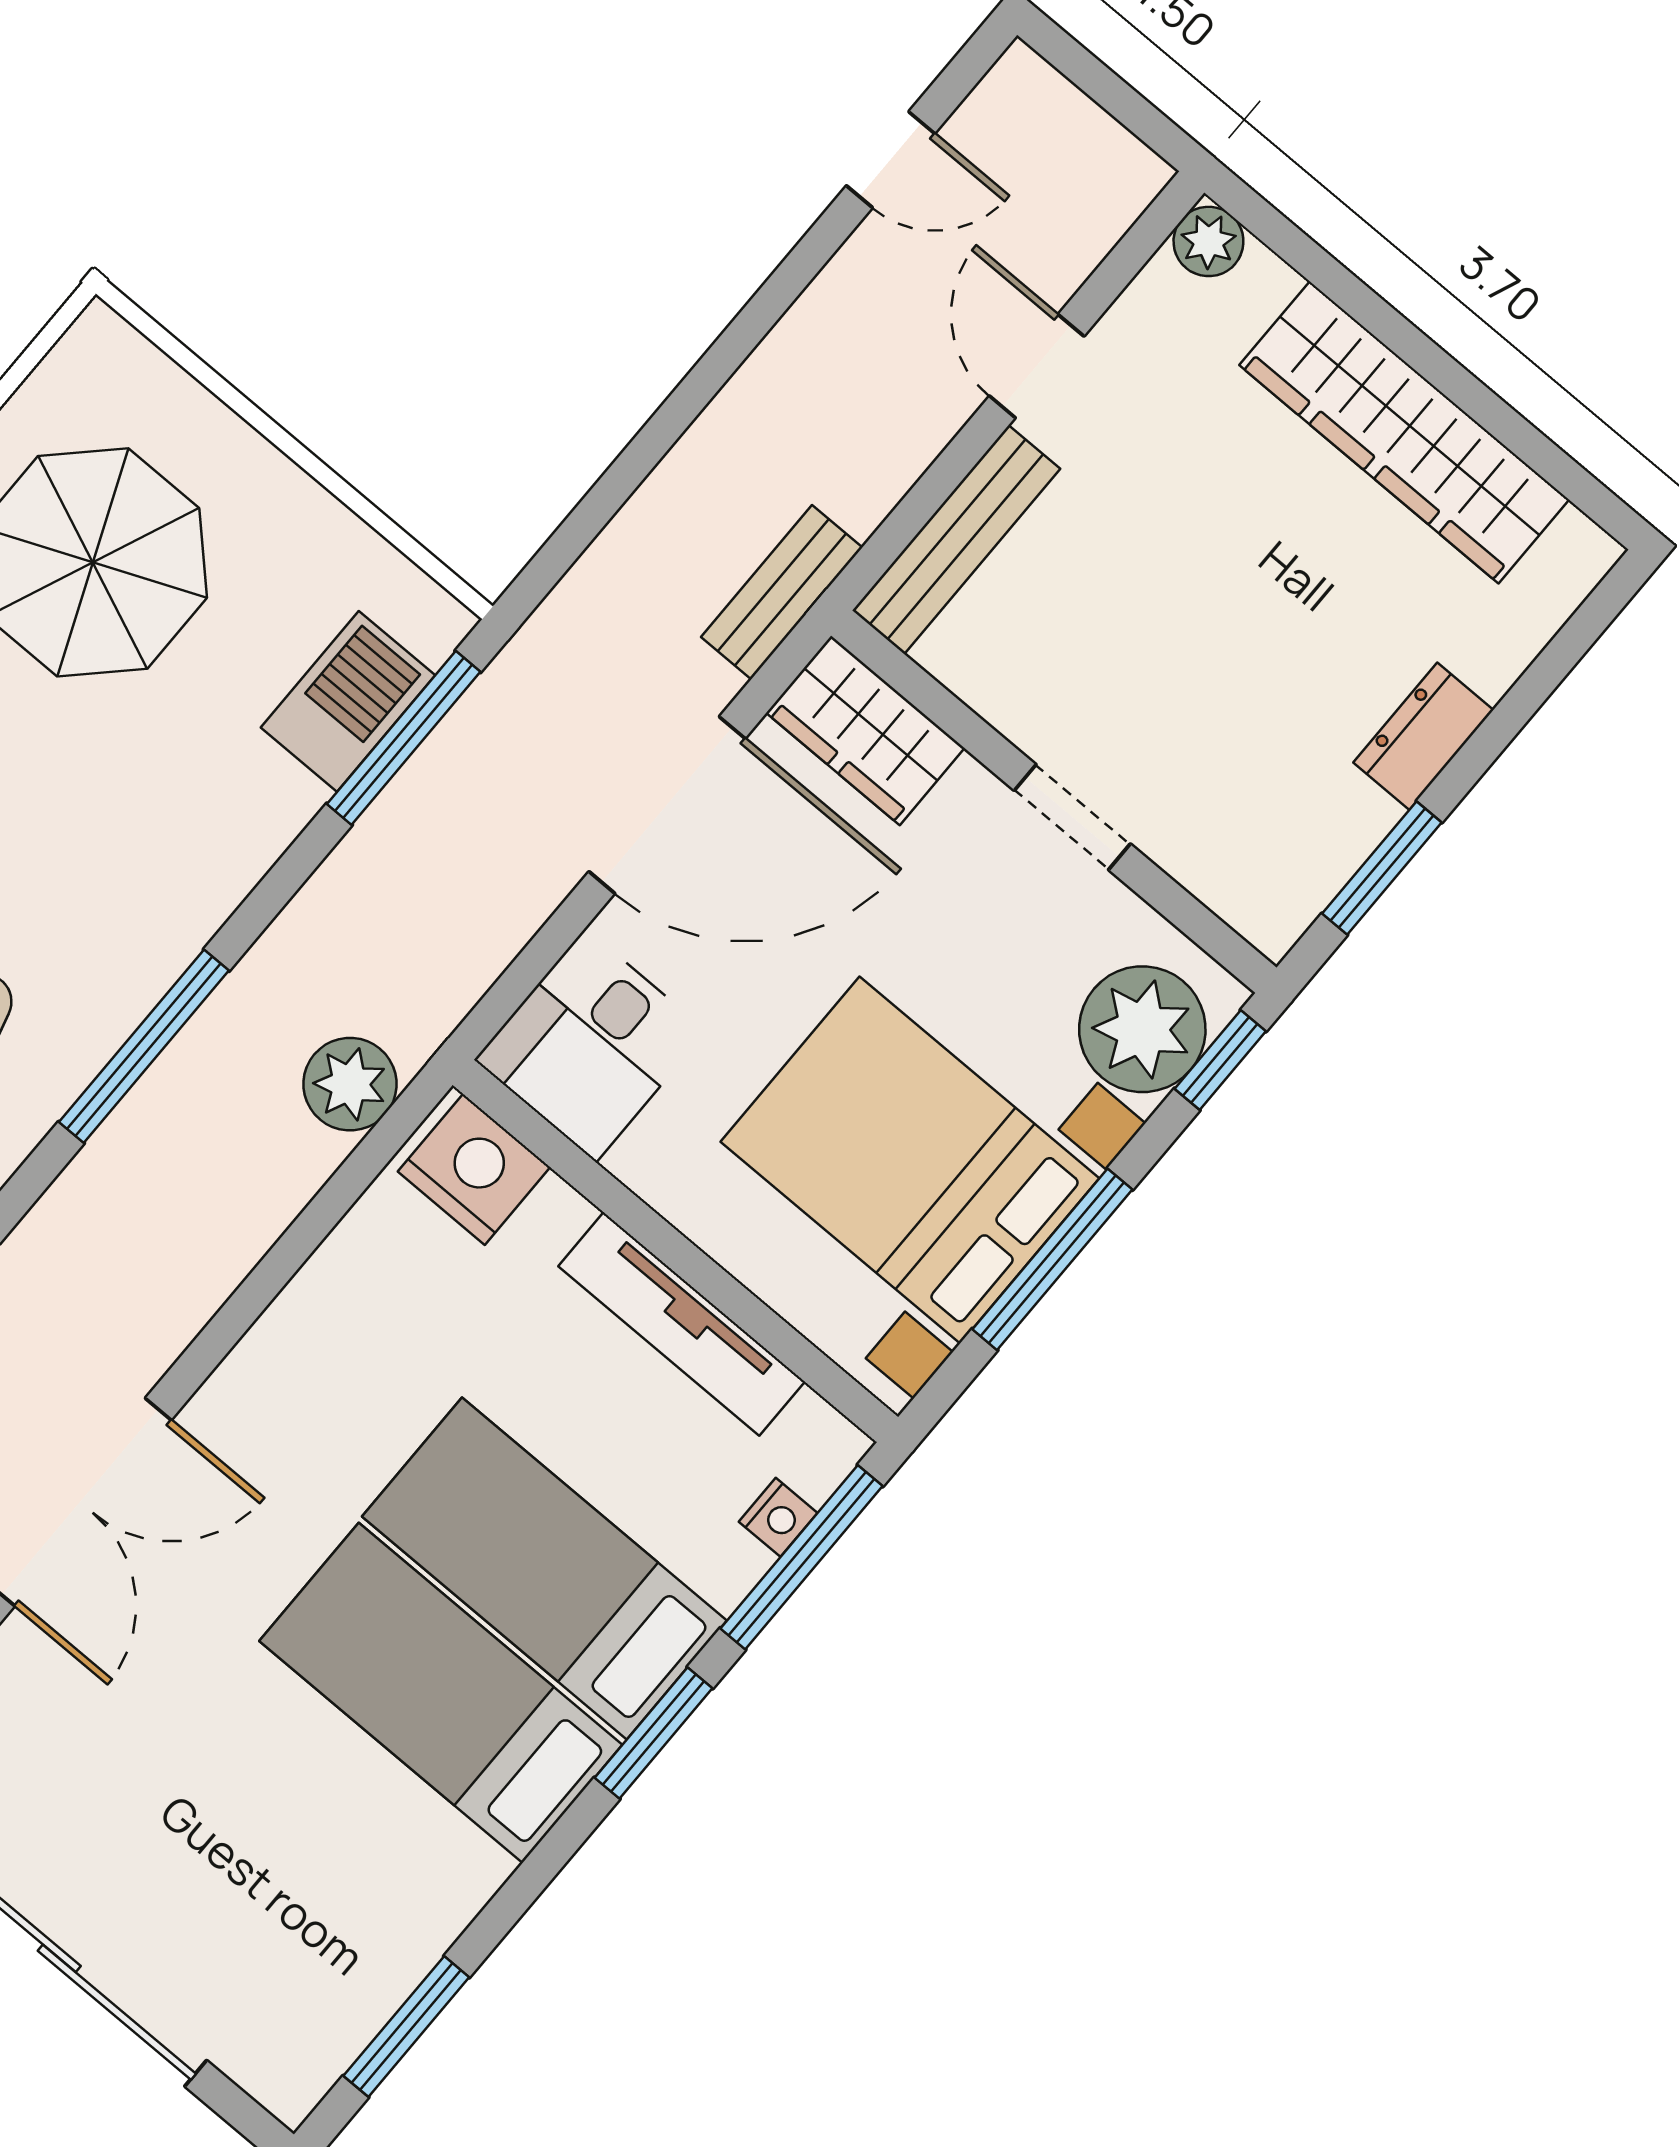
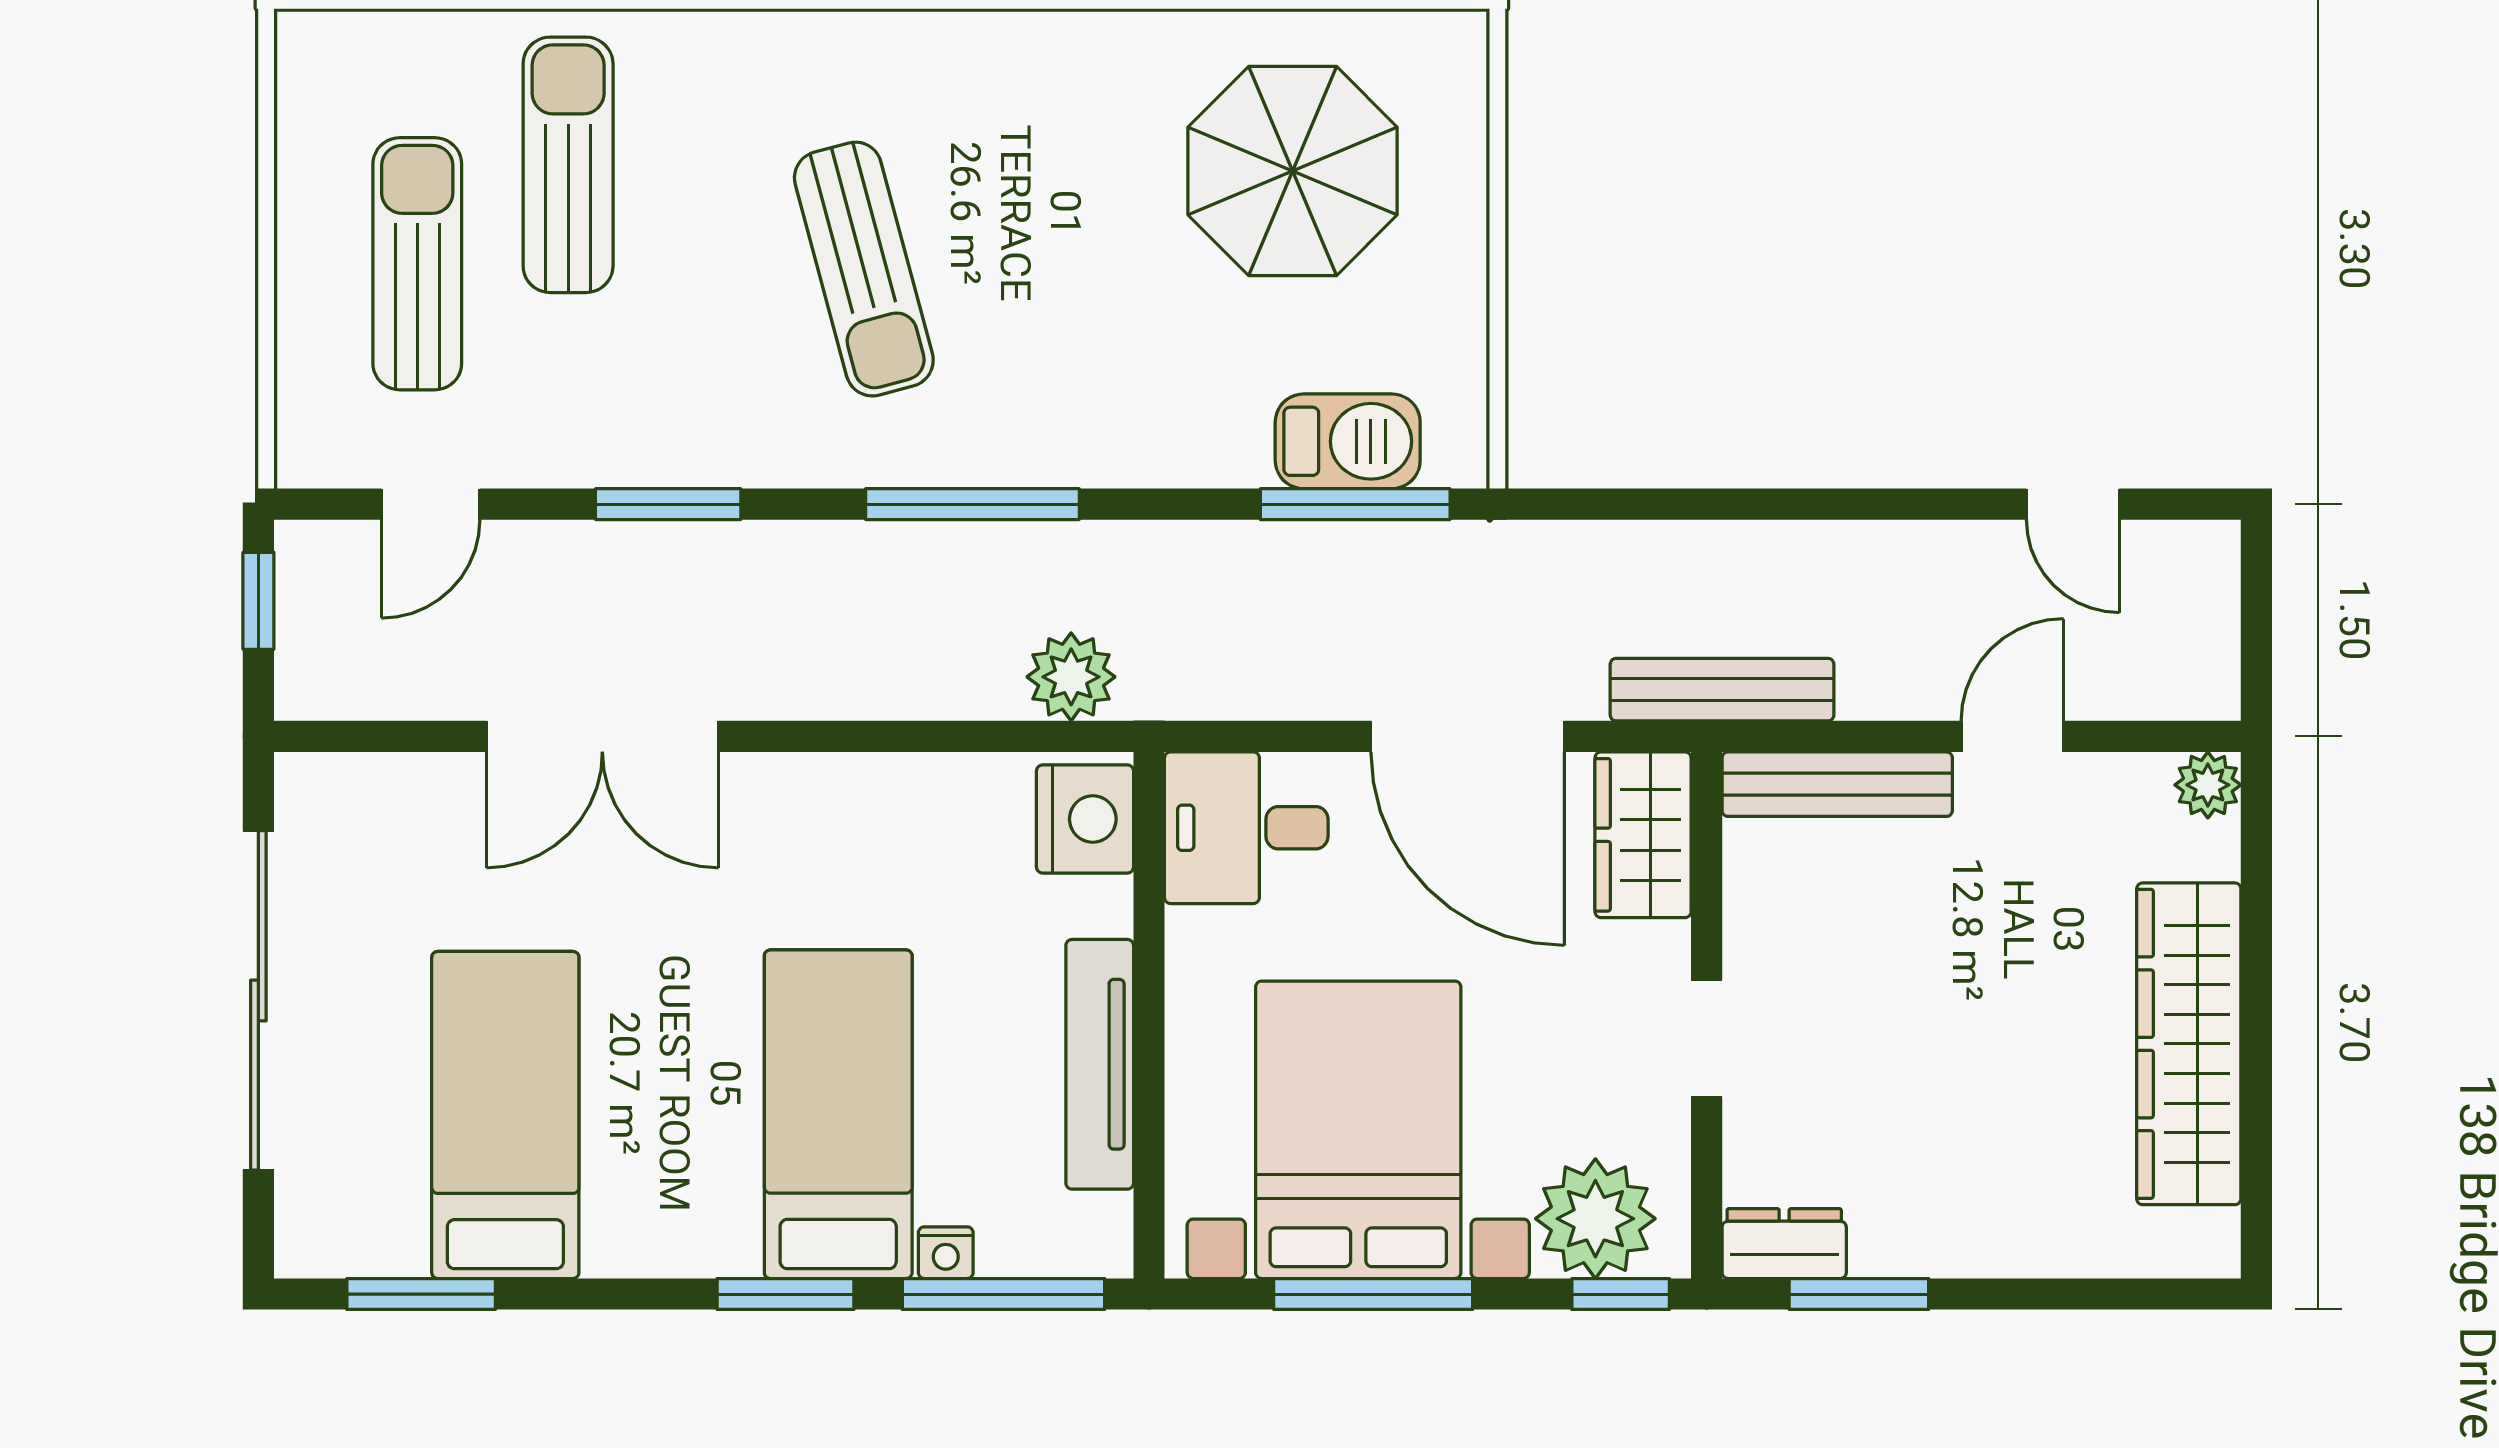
bench: (782, 592) -> (1722, 690), width x1.36
dresser: (1423, 736) -> (1784, 1244), moved
nightstand: (778, 1517) -> (946, 1253), moved
bed: (441, 1693) -> (505, 1115), moved

